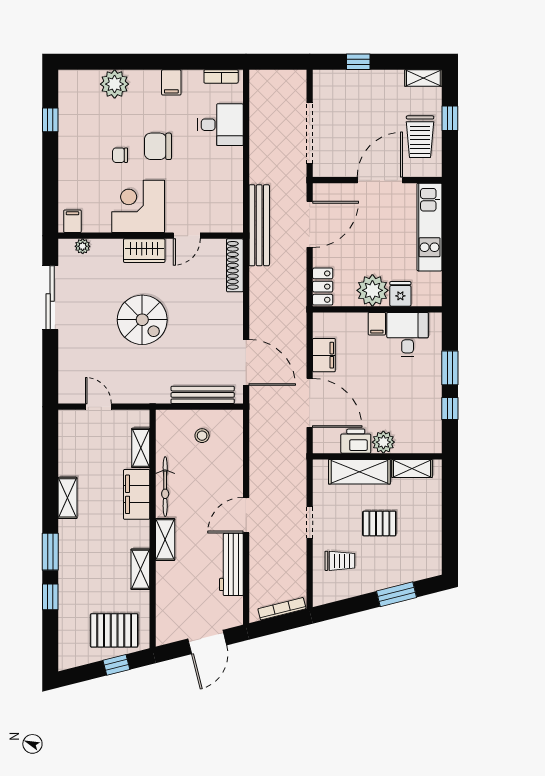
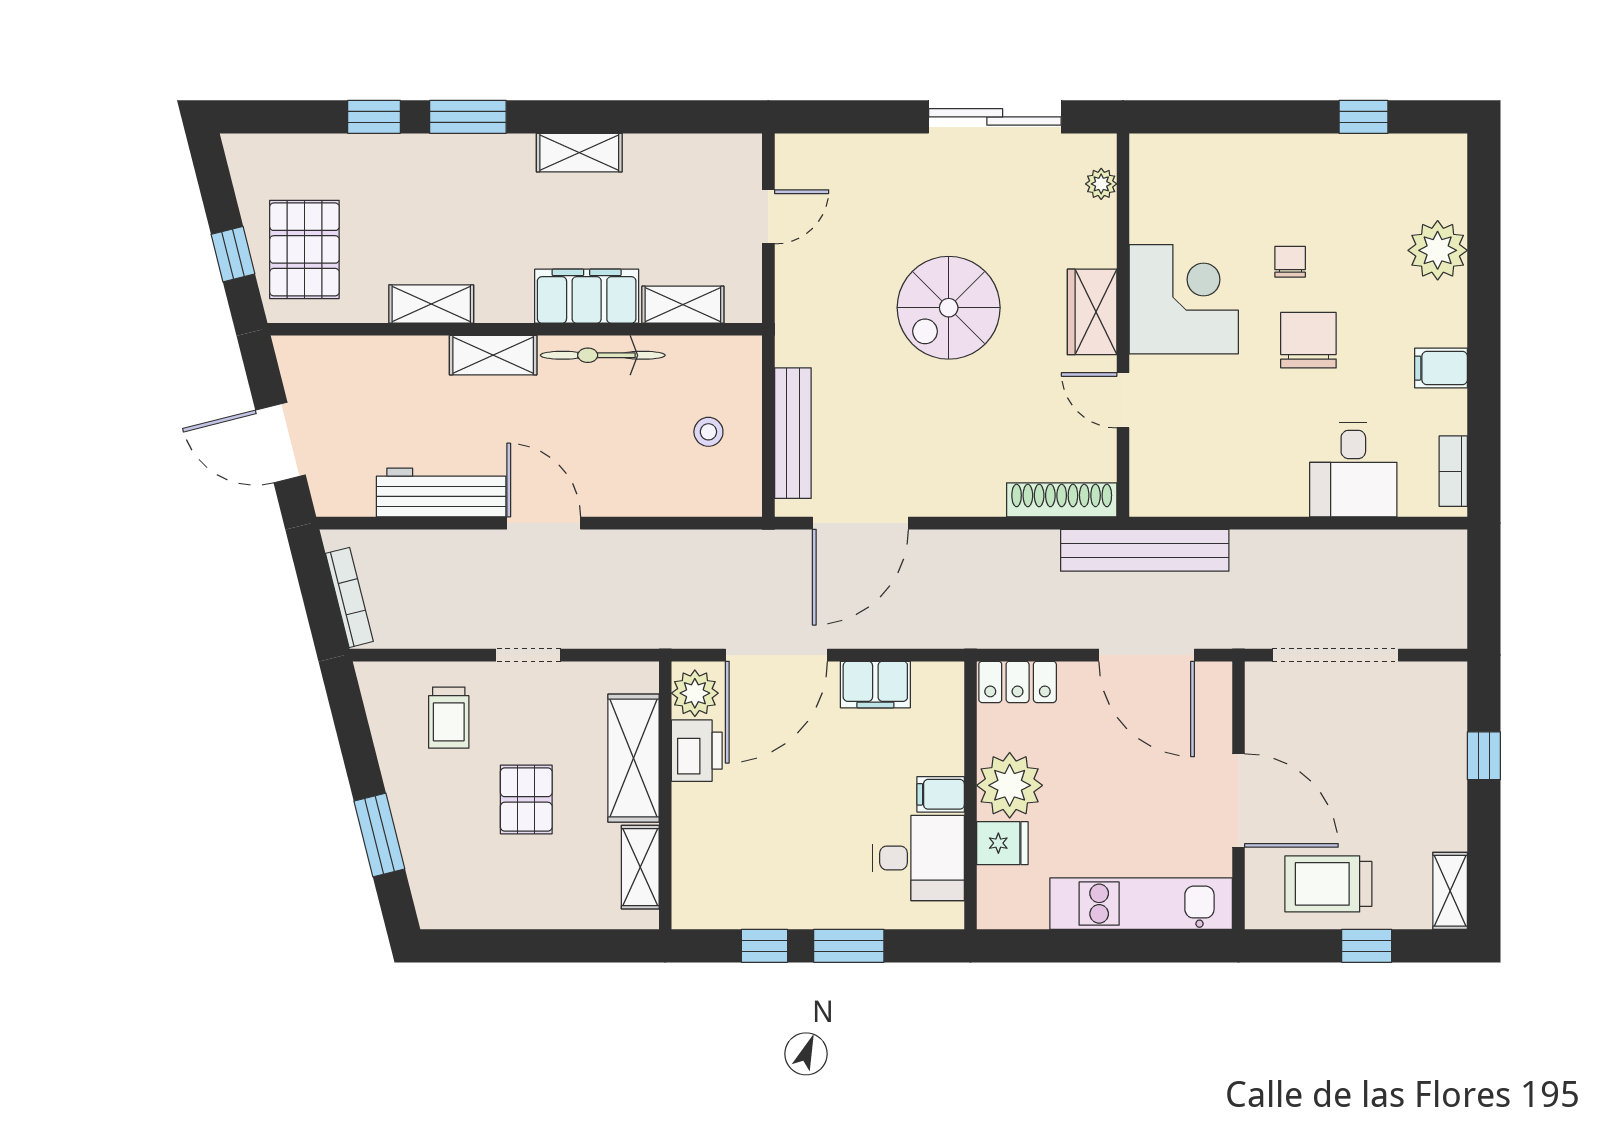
filing cabinet: (72, 221) -> (1153, 163), removed
plant: (383, 442) -> (695, 693), moved

